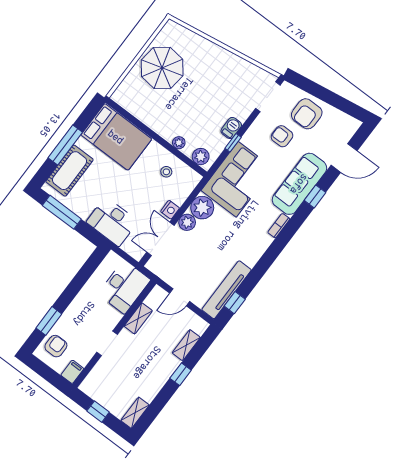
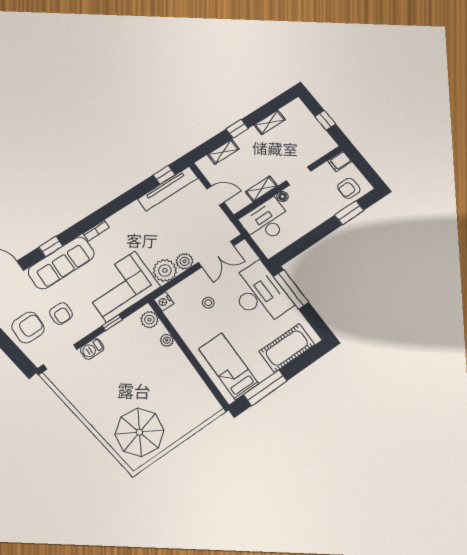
parasol: (162, 68) -> (139, 432), moved
barbecue: (231, 128) -> (92, 349), moved
bed: (116, 137) -> (229, 366), width x0.67
window: (65, 145) -> (265, 388), moved
stool: (166, 172) -> (208, 303), moved
nightstand: (170, 210) -> (164, 301), moved, turned -90
window: (62, 212) -> (291, 289), moved
desk: (112, 222) -> (259, 294), width x1.36, depth x1.30
floor lamp: (116, 317) -> (283, 197), added
shelving: (135, 413) -> (270, 122), moved

